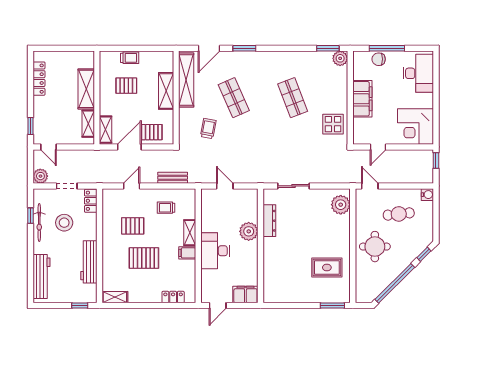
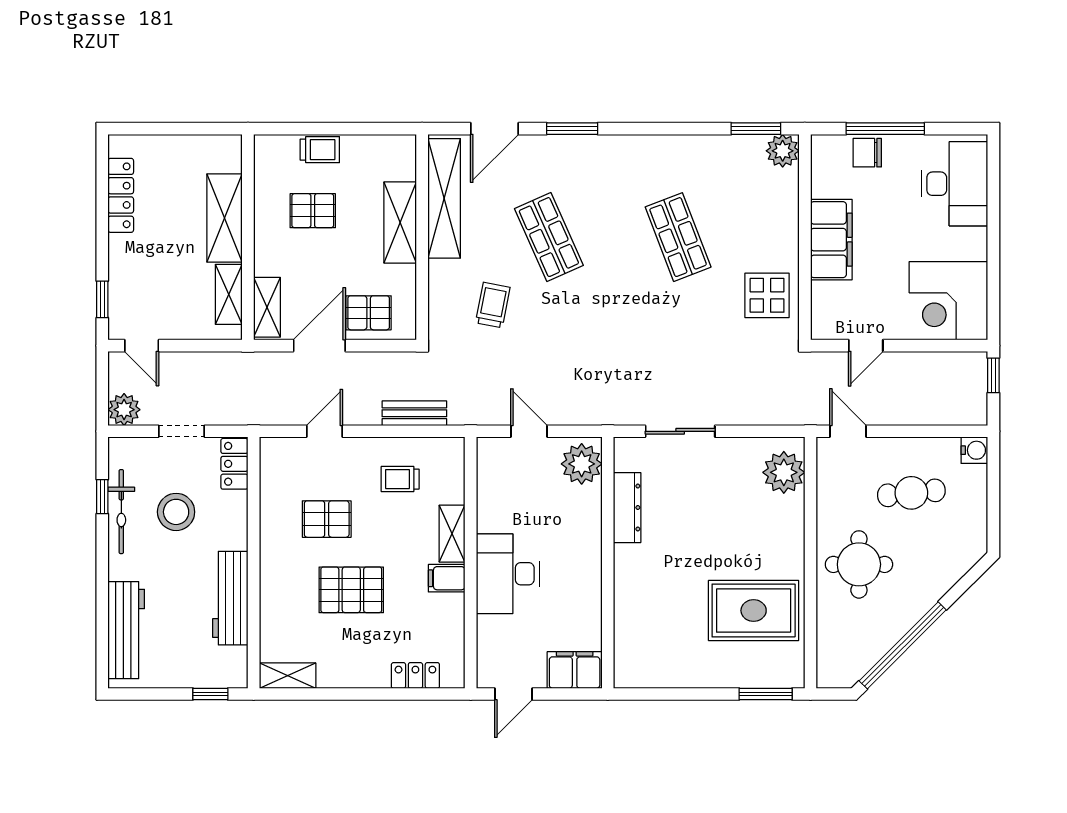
plant: (249, 231) -> (582, 464), moved
window: (424, 254) -> (967, 581), removed
rug: (327, 268) -> (754, 611), width x1.36, depth x1.43

